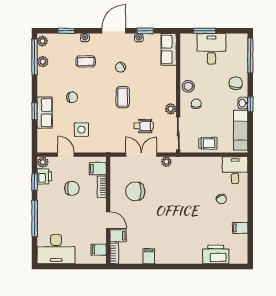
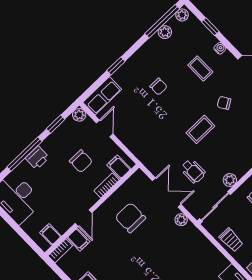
row of seats: (45, 113) -> (102, 96), moved
side table: (81, 130) -> (139, 121), removed
printer: (44, 176) -> (37, 158), moved

